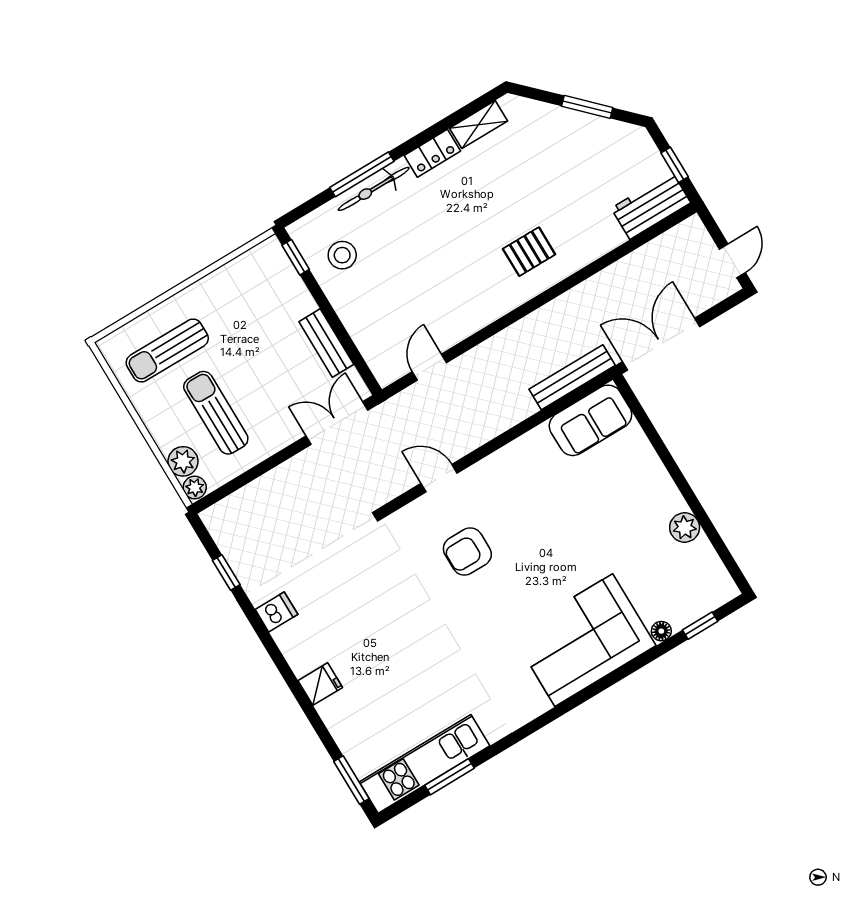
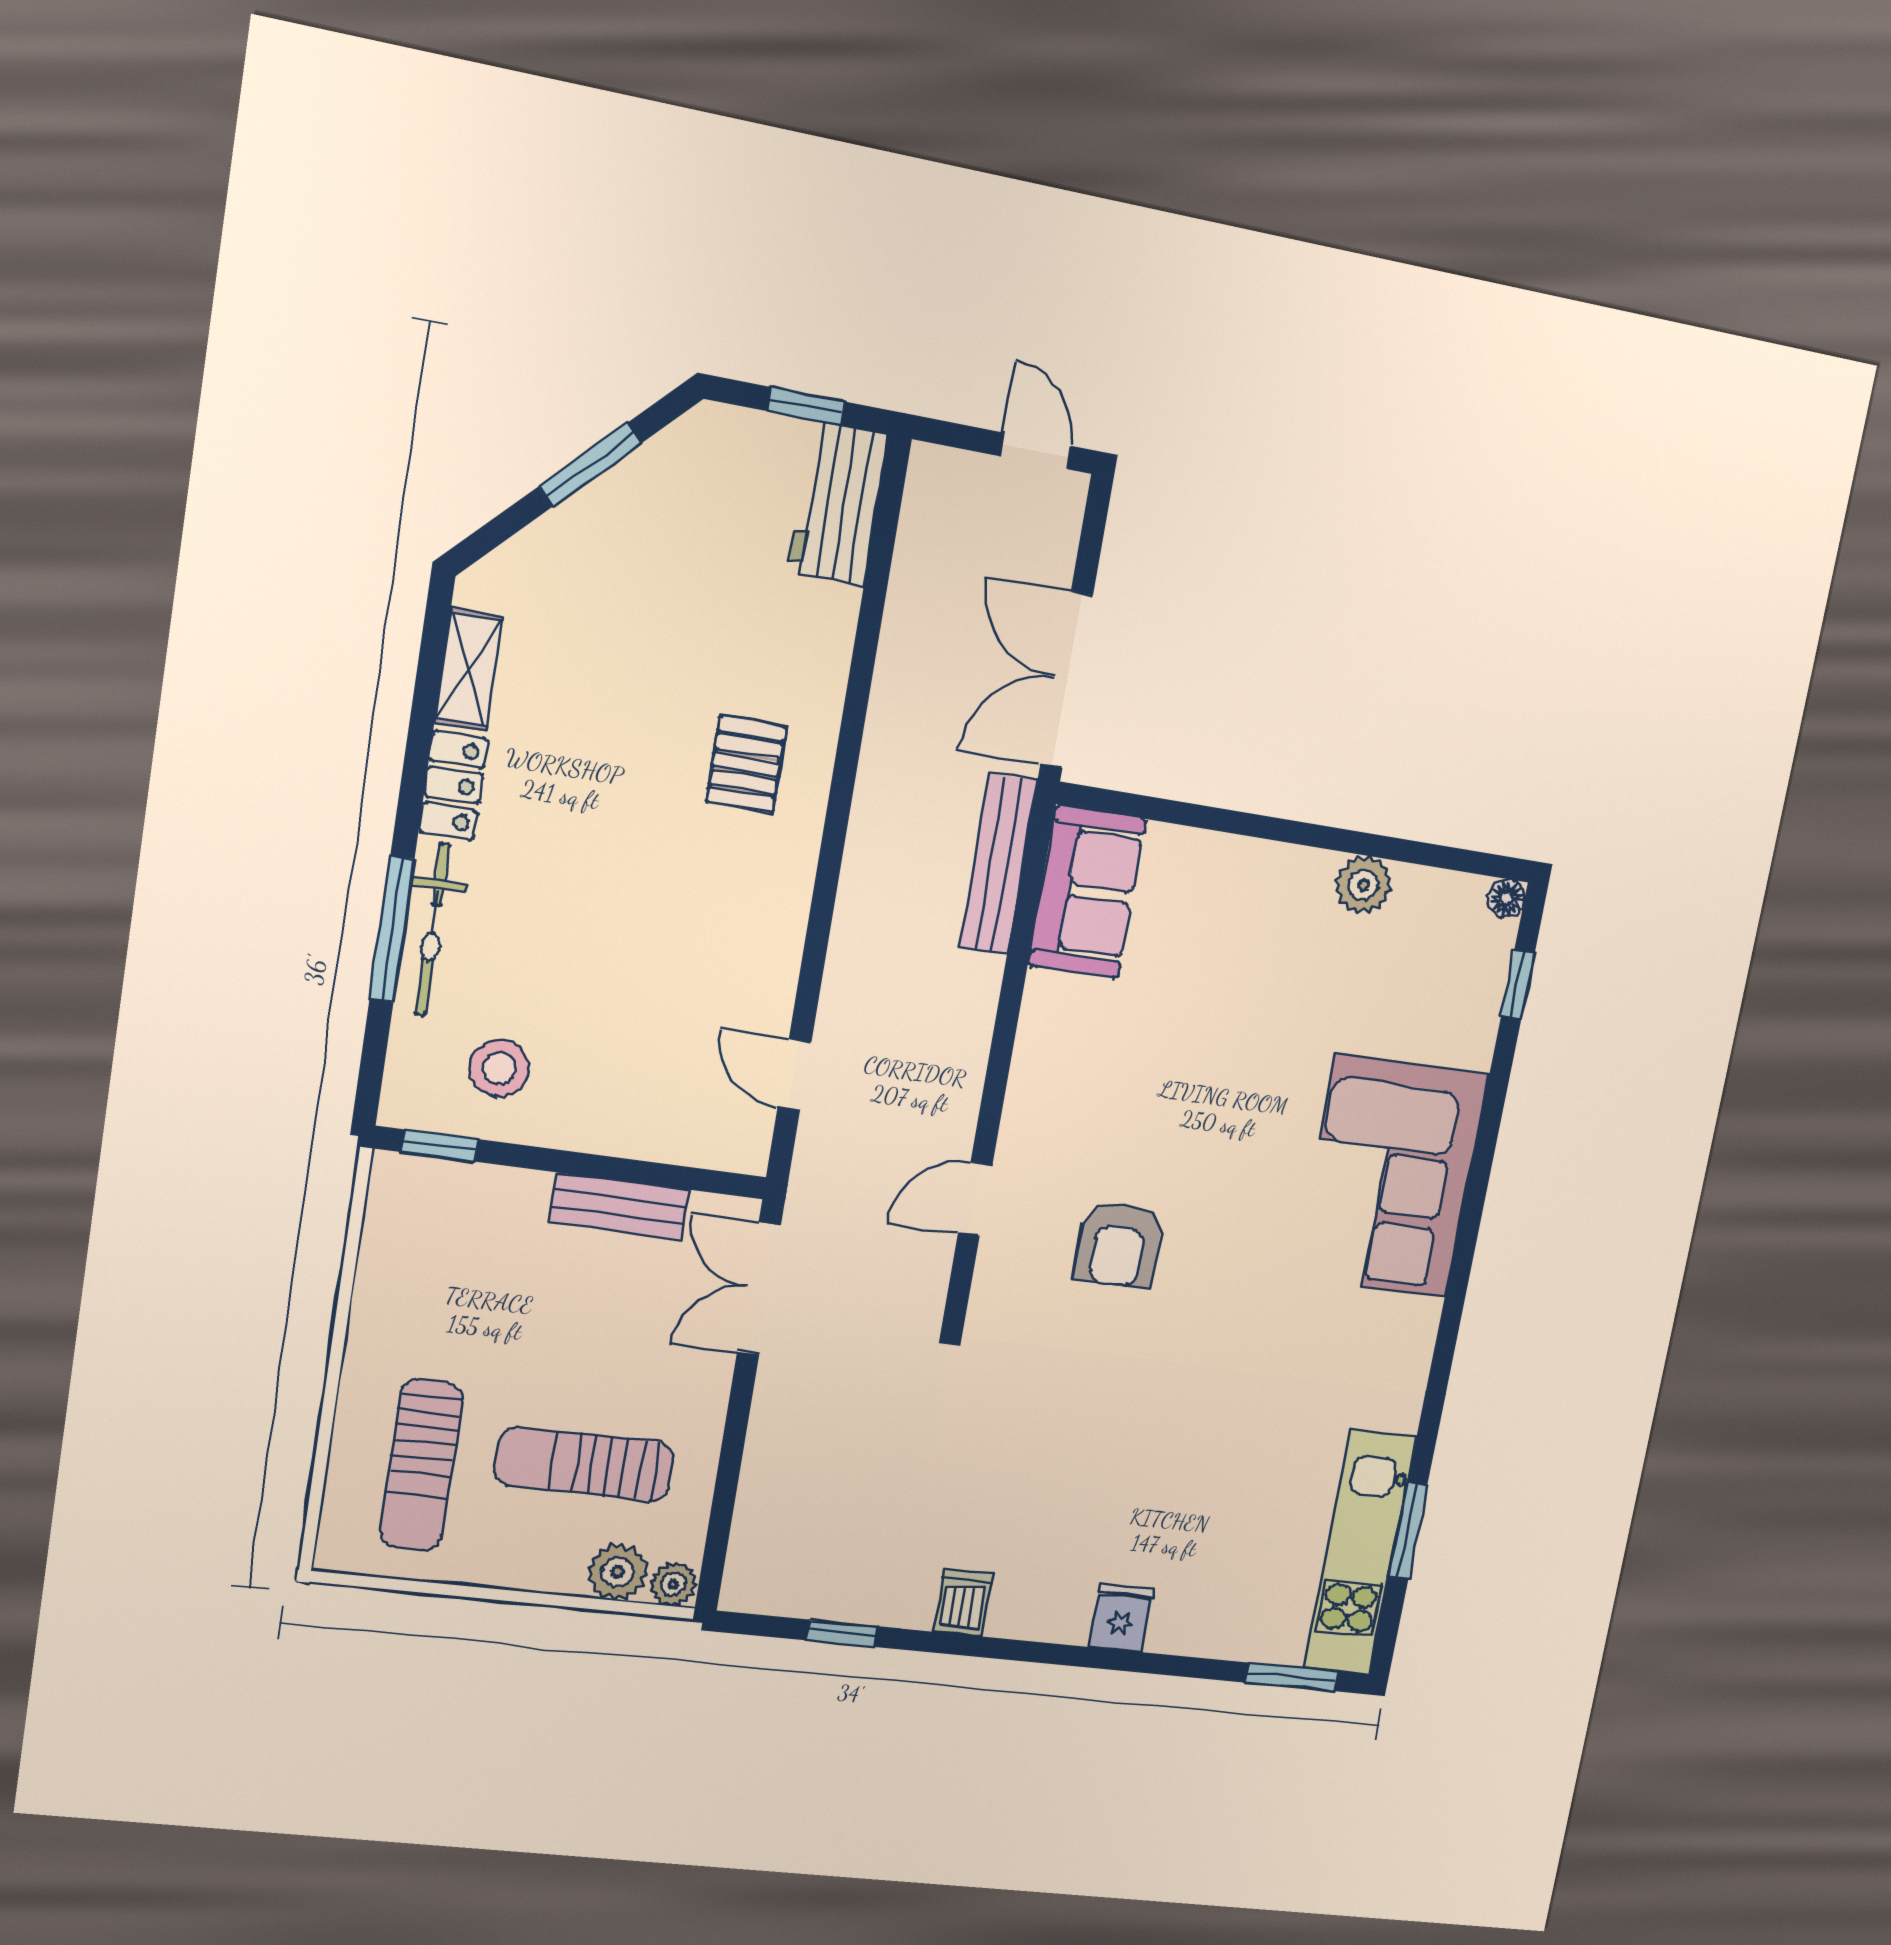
floor lamp: (661, 631) -> (1506, 898), moved

